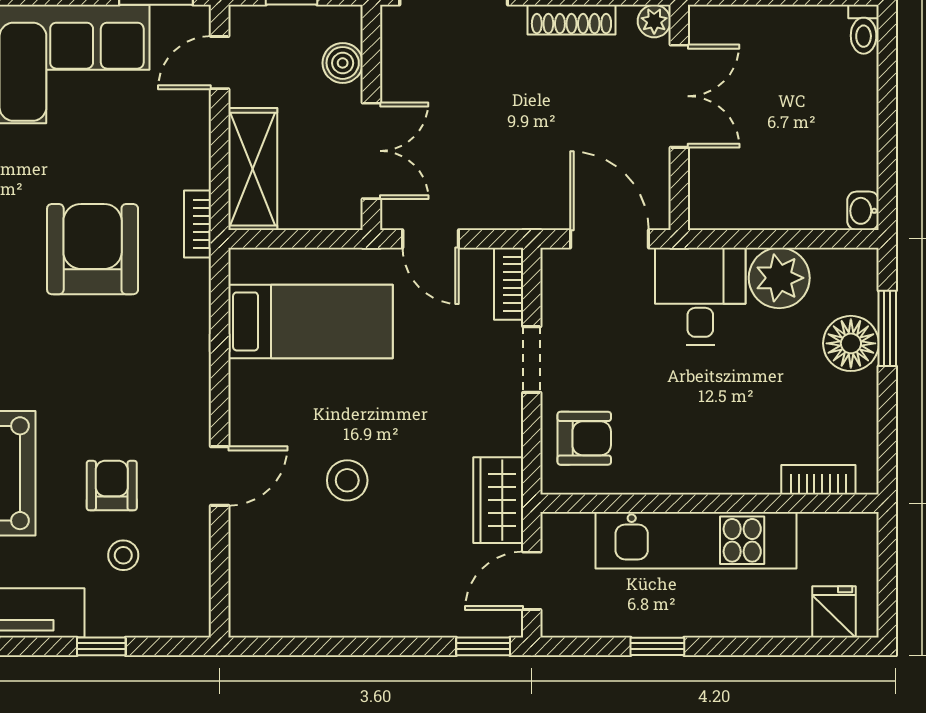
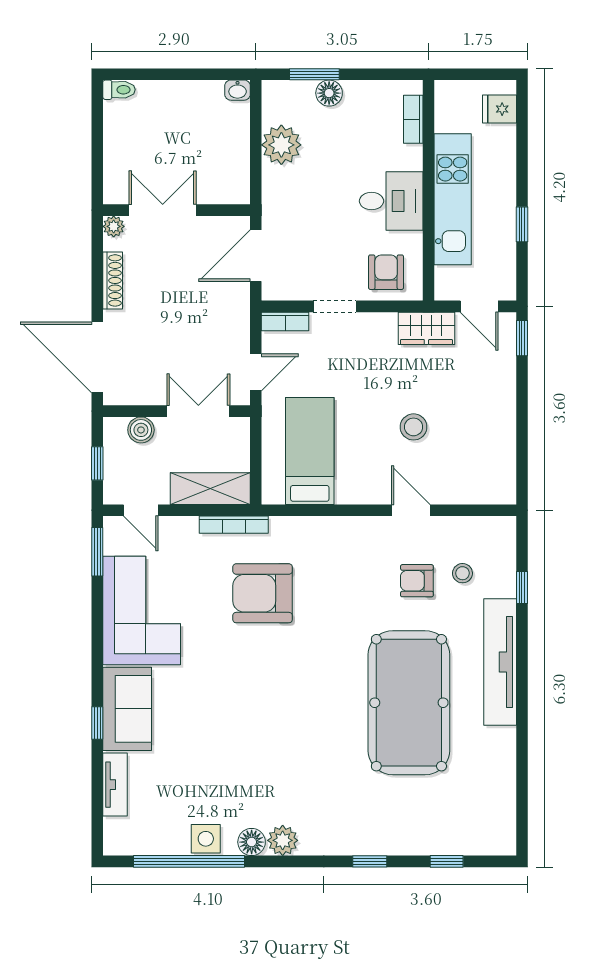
bookcase: (198, 224) -> (234, 525), width x1.56
desk: (700, 296) -> (391, 201), moved, turned 180
floor lamp: (851, 343) -> (329, 93), width x0.73, depth x0.73

